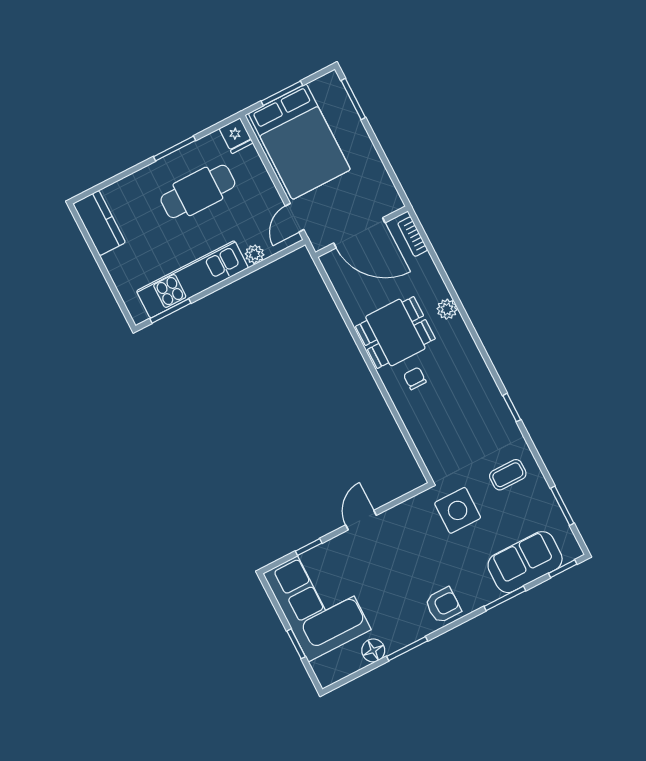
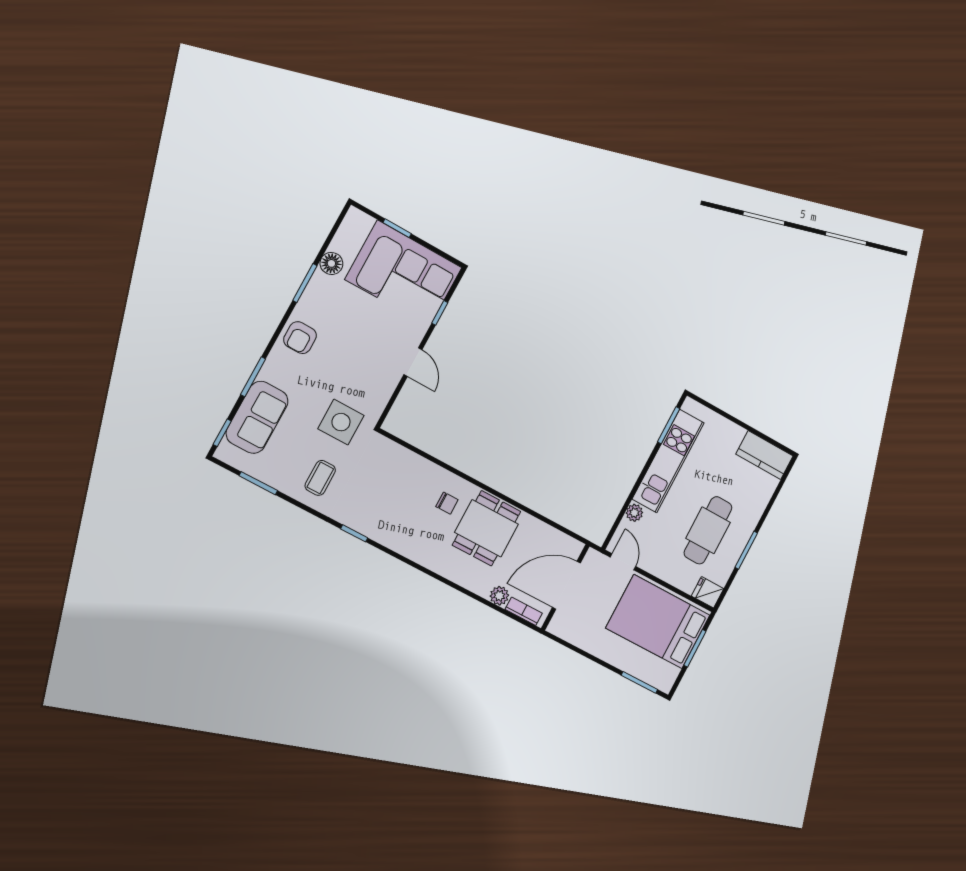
plant: (447, 309) -> (499, 596), moved

